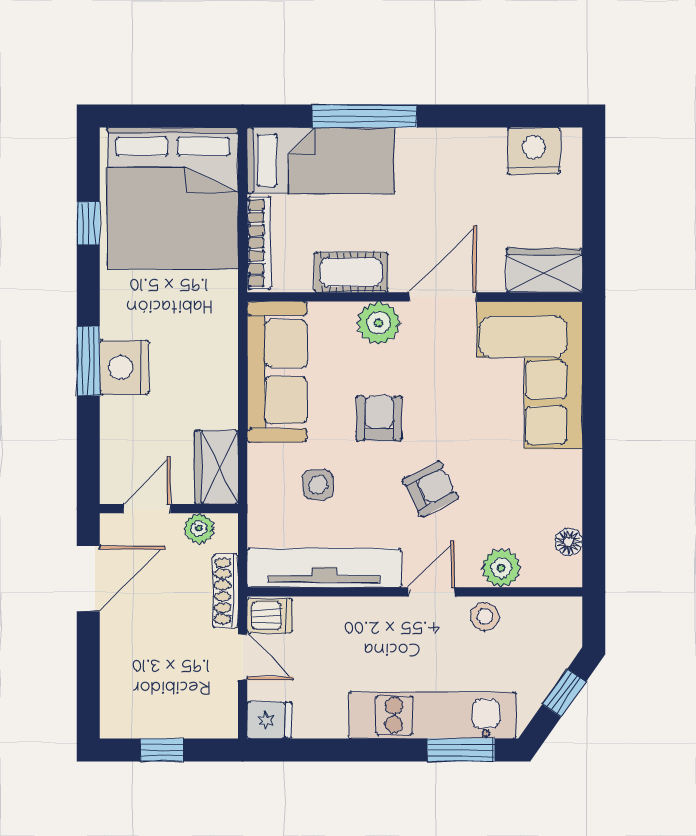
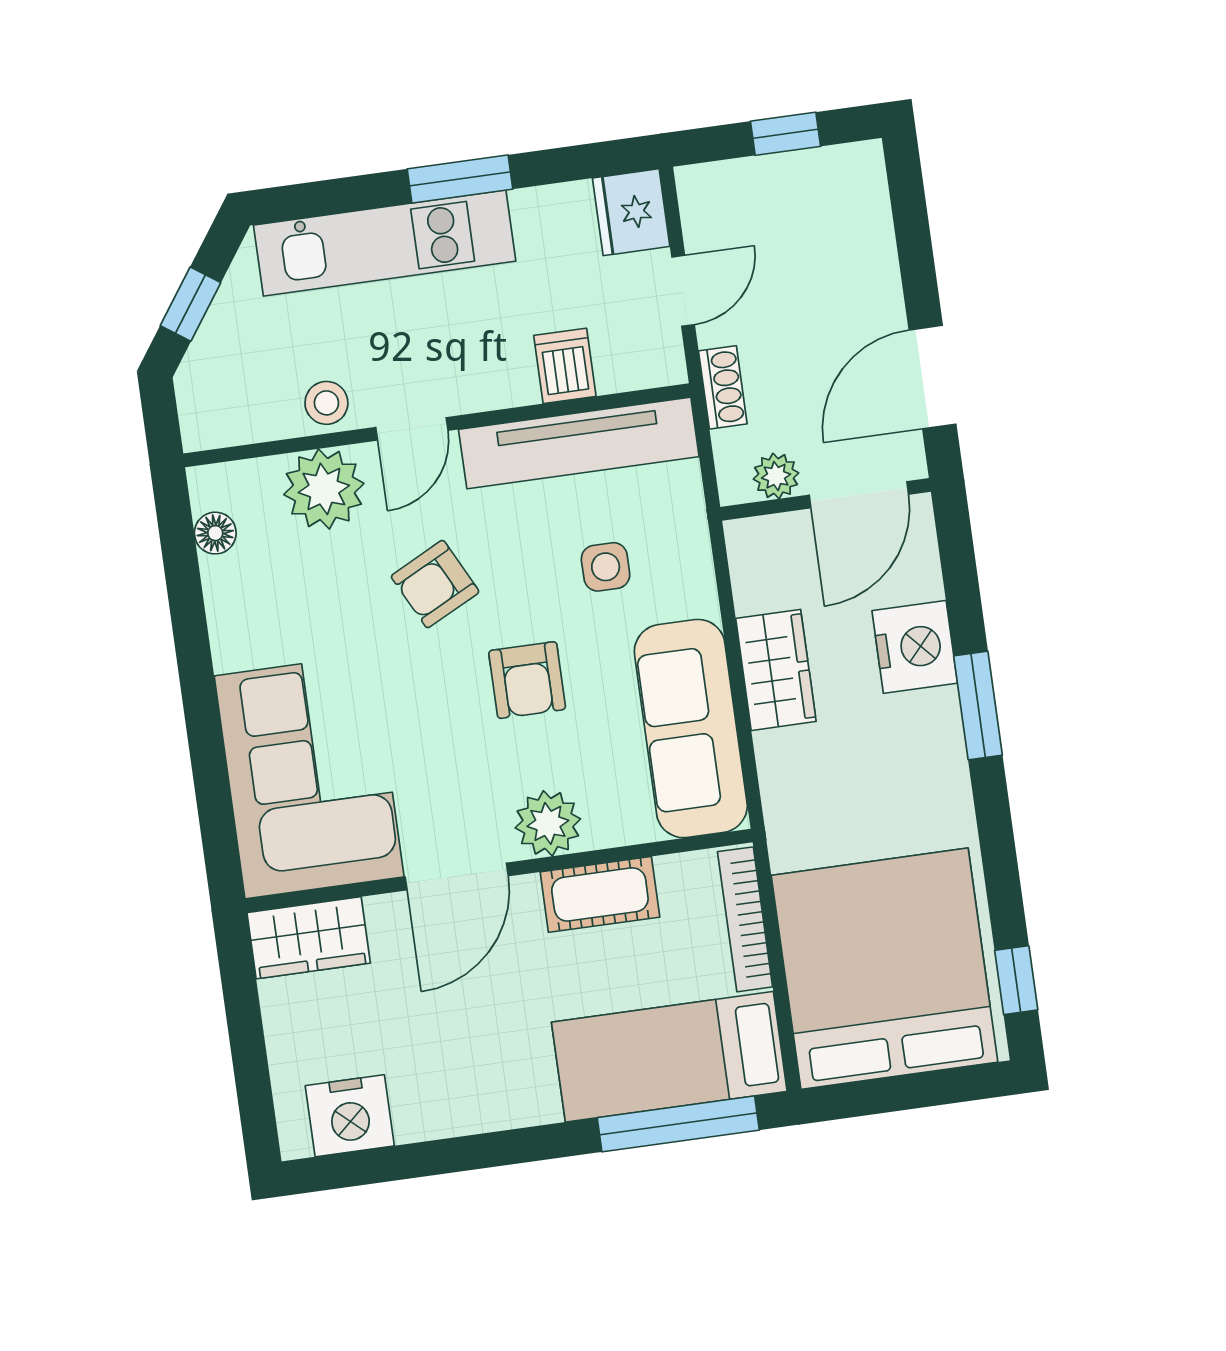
window: (365, 116) -> (678, 1124), moved
window: (88, 223) -> (1016, 980), moved
nightstand: (124, 367) -> (915, 647), moved
wardrobe: (217, 467) -> (776, 670), moved
door: (147, 509) -> (859, 495), width x1.38
plant: (501, 568) -> (324, 489), width x1.36, depth x1.36
shoe rack: (226, 591) -> (723, 387), width x0.70
dishwasher: (270, 616) -> (565, 366), moved, turned 90
door: (243, 657) -> (683, 291), swing flipped
fridge: (269, 720) -> (631, 212), width x1.38
window: (461, 750) -> (460, 179), moved

